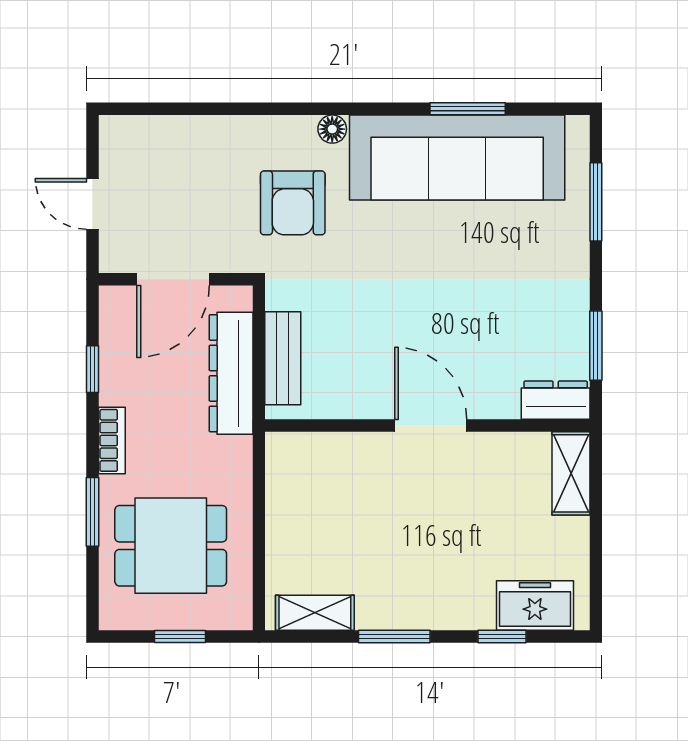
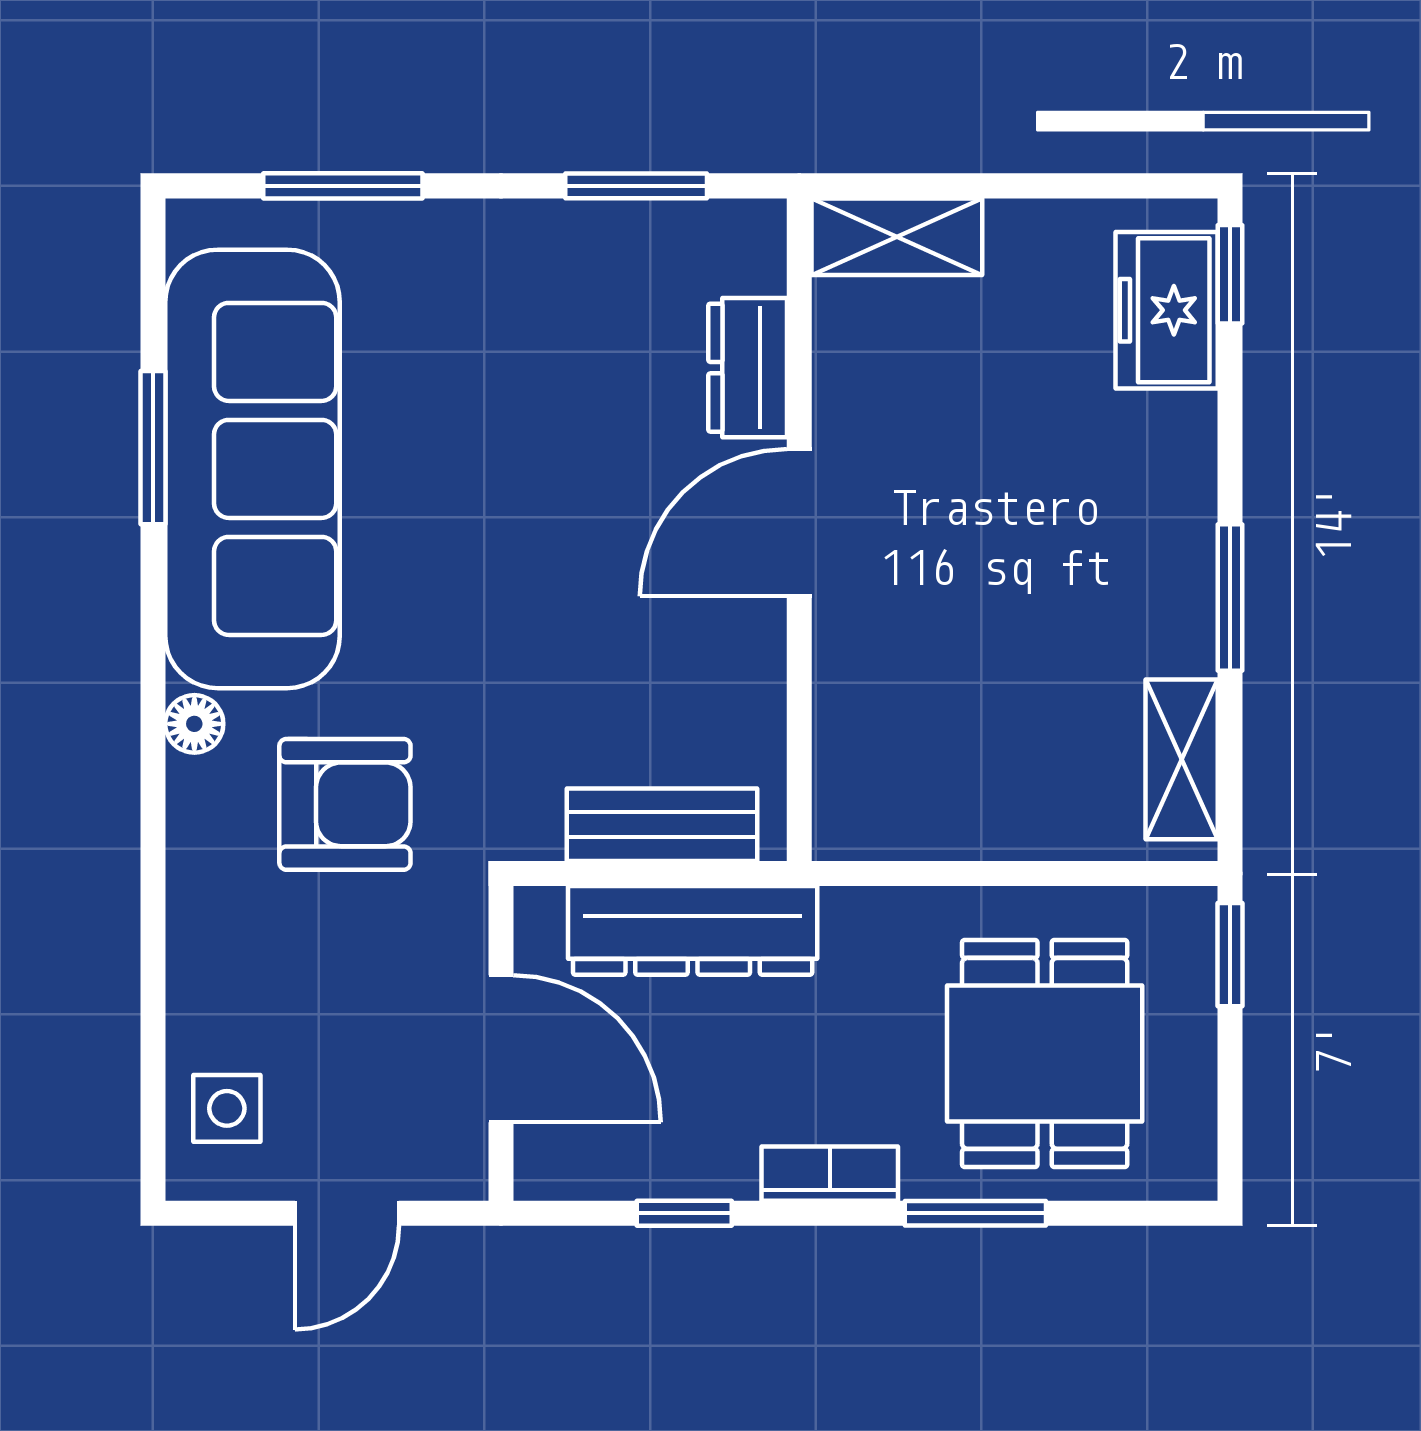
side table: (144, 145) -> (227, 1108), added
dresser: (556, 400) -> (748, 368), moved
window: (180, 637) -> (1230, 955), moved
window: (502, 637) -> (1230, 274), moved

